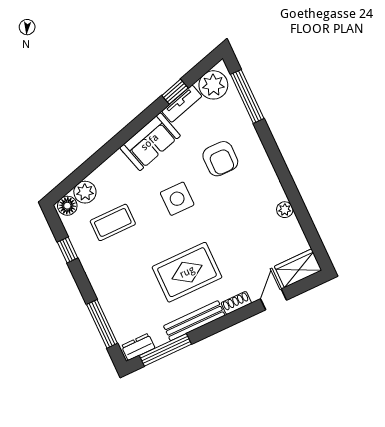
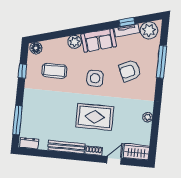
window: (247, 96) -> (162, 62), moved
armchair: (220, 159) -> (130, 71), turned 66
plant: (85, 192) -> (75, 42), moved
rug: (187, 272) -> (95, 117), moved
window: (165, 350) -> (42, 153), removed

